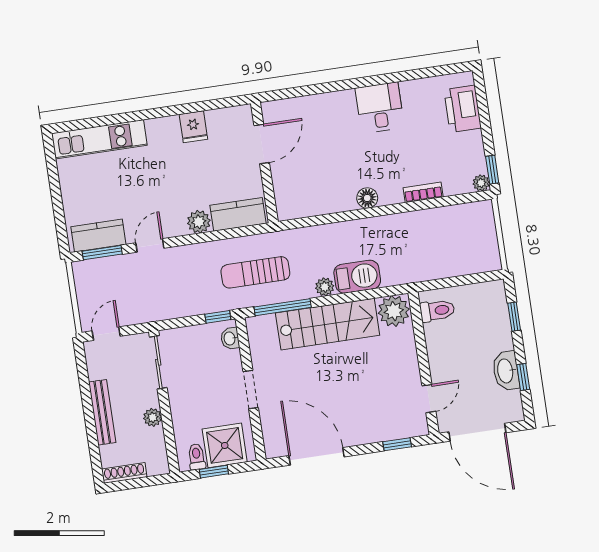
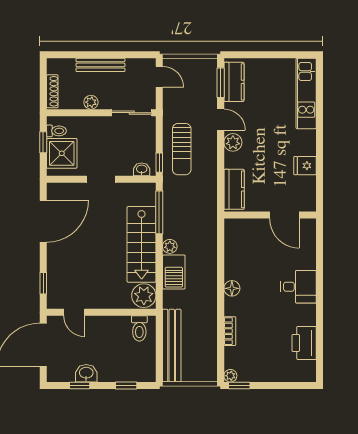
desk: (380, 108) -> (298, 287), moved
printer: (463, 109) -> (304, 343), moved, turned -90
plant: (199, 222) -> (233, 142), moved
bench: (453, 265) -> (172, 346), added
sun lounger: (255, 272) -> (182, 149), moved, turned 180
washbasin: (506, 371) -> (86, 373), width x0.72
shoe rack: (124, 473) -> (52, 91), moved

